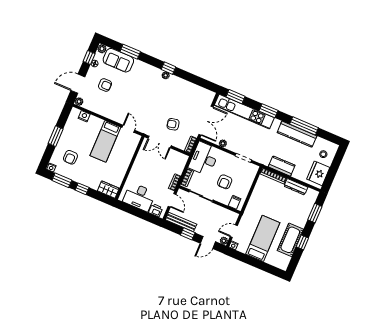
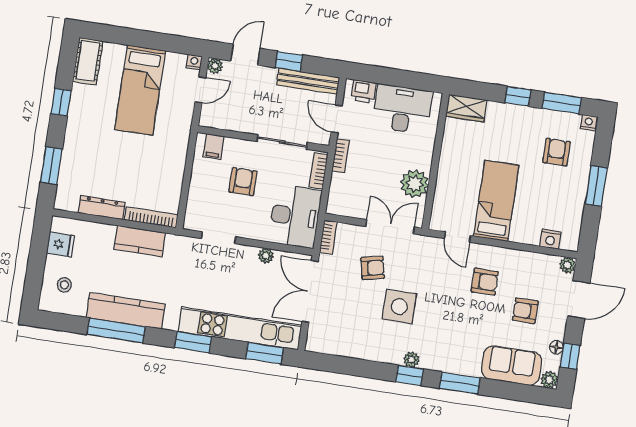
window: (130, 52) -> (460, 383), moved
side table: (165, 102) -> (399, 307), added
armchair: (121, 104) -> (485, 282), added
plant: (143, 160) -> (415, 184), added
fridge: (318, 173) -> (60, 244), width x0.53, depth x0.75
cot: (290, 240) -> (88, 61), moved, width x0.73, depth x0.75

